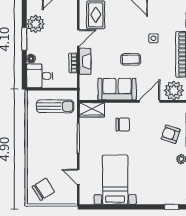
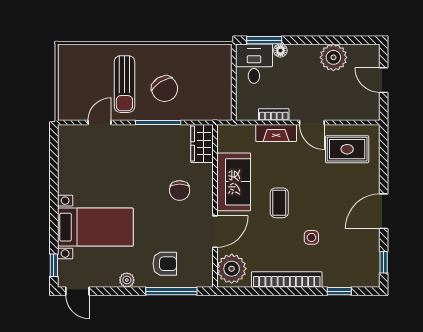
window: (24, 39) -> (264, 40), moved
door: (150, 101) -> (215, 232), hinge flipped
sun lounger: (55, 106) -> (124, 84), moved
armchair: (171, 134) -> (165, 264), turned 72
bed with nightstands: (115, 180) -> (95, 227), moved
chair: (43, 189) -> (165, 89), moved

